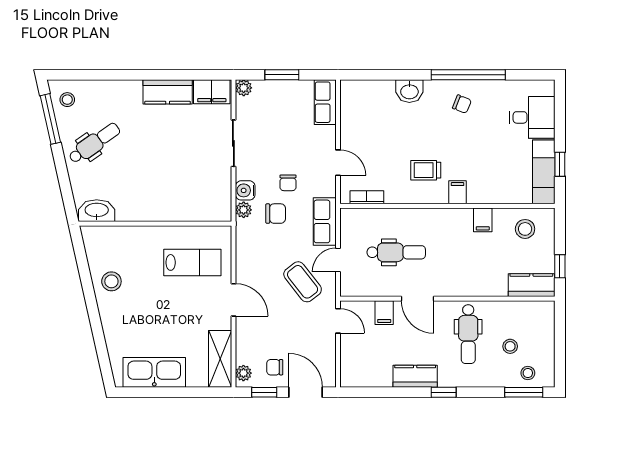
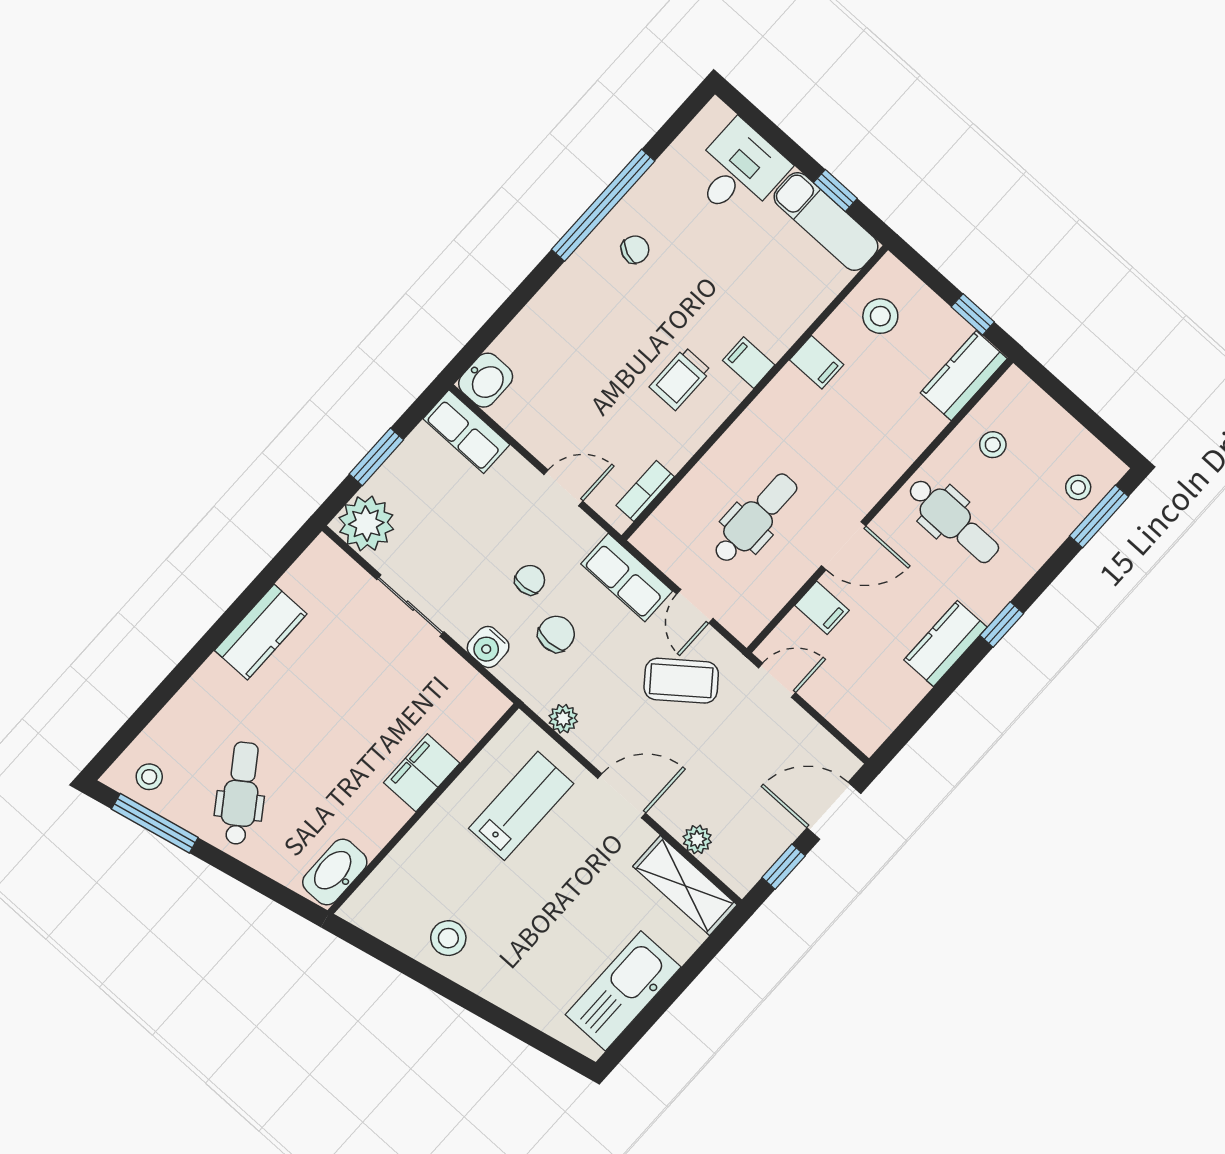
plant: (244, 88) -> (366, 523), width x1.87, depth x1.87
washbasin: (409, 91) -> (486, 380), moved
filing cabinet: (212, 92) -> (422, 773), moved, turned 180
chair: (288, 183) -> (530, 580), turned -95
plant: (244, 210) -> (563, 719), moved
stool: (510, 346) -> (993, 445), moved
chair: (275, 367) -> (763, 822), removed
plant: (243, 373) -> (697, 839), moved

